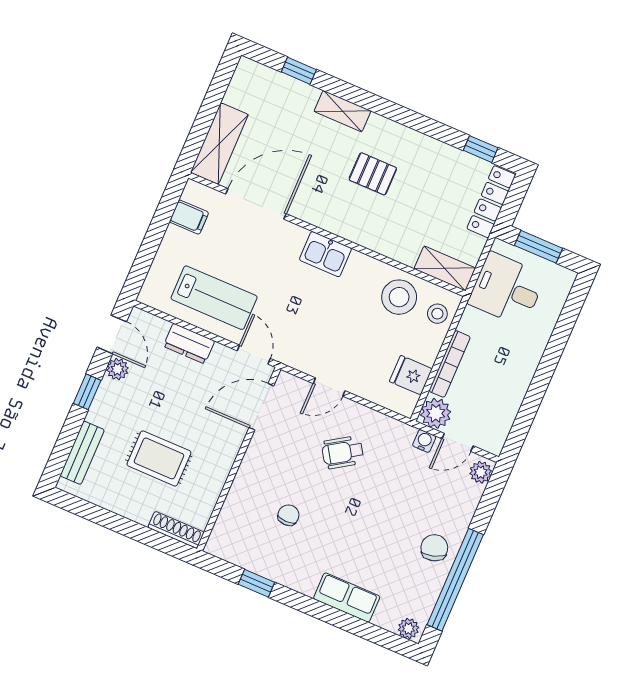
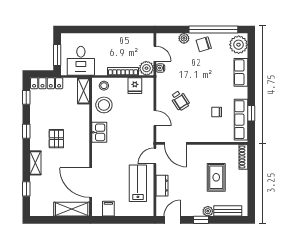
window: (413, 120) -> (26, 131), added
kitchen sink: (325, 254) -> (99, 132), moved
plant: (117, 369) -> (208, 211), moved
plant: (481, 472) -> (184, 38), moved
row of seats: (252, 557) -> (241, 120), added
plant: (408, 629) -> (239, 45), width x1.88, depth x1.88

